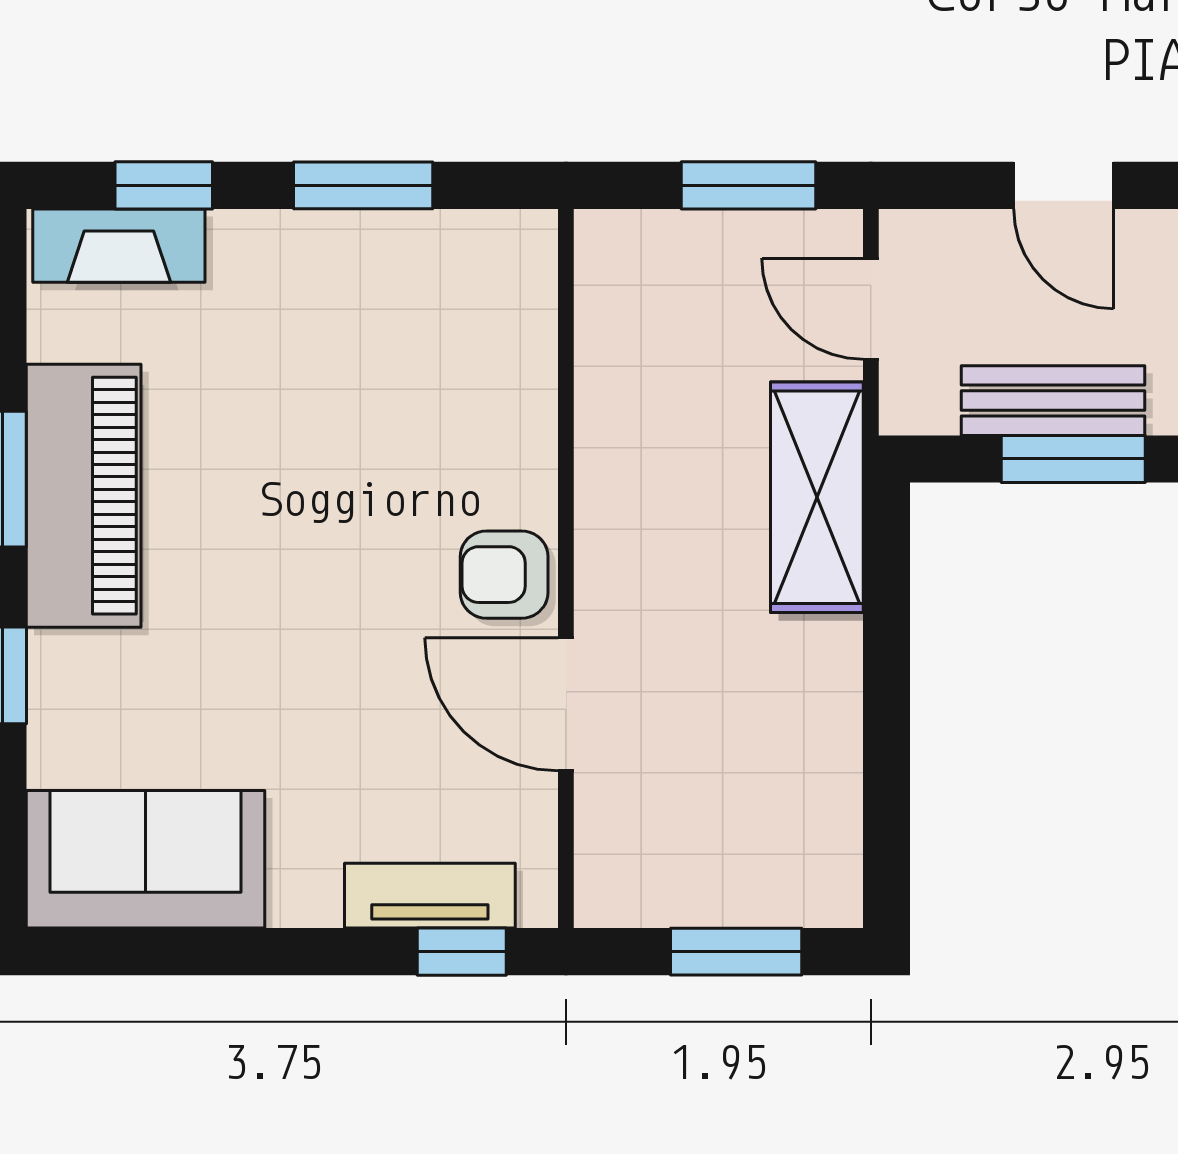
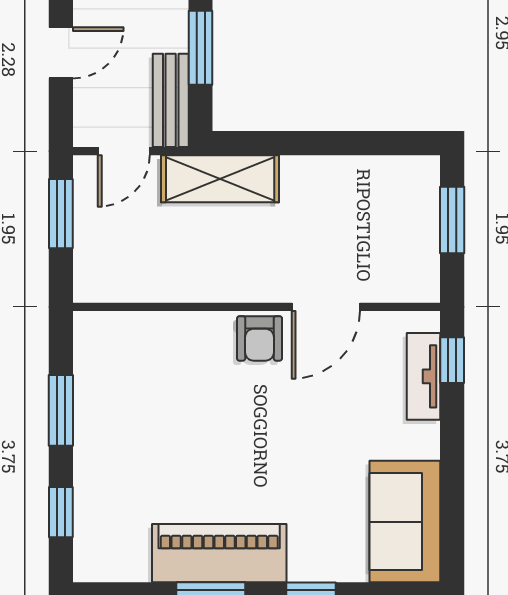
fireplace: (119, 246) -> (92, 535), removed
bench: (1053, 401) -> (171, 100), moved

